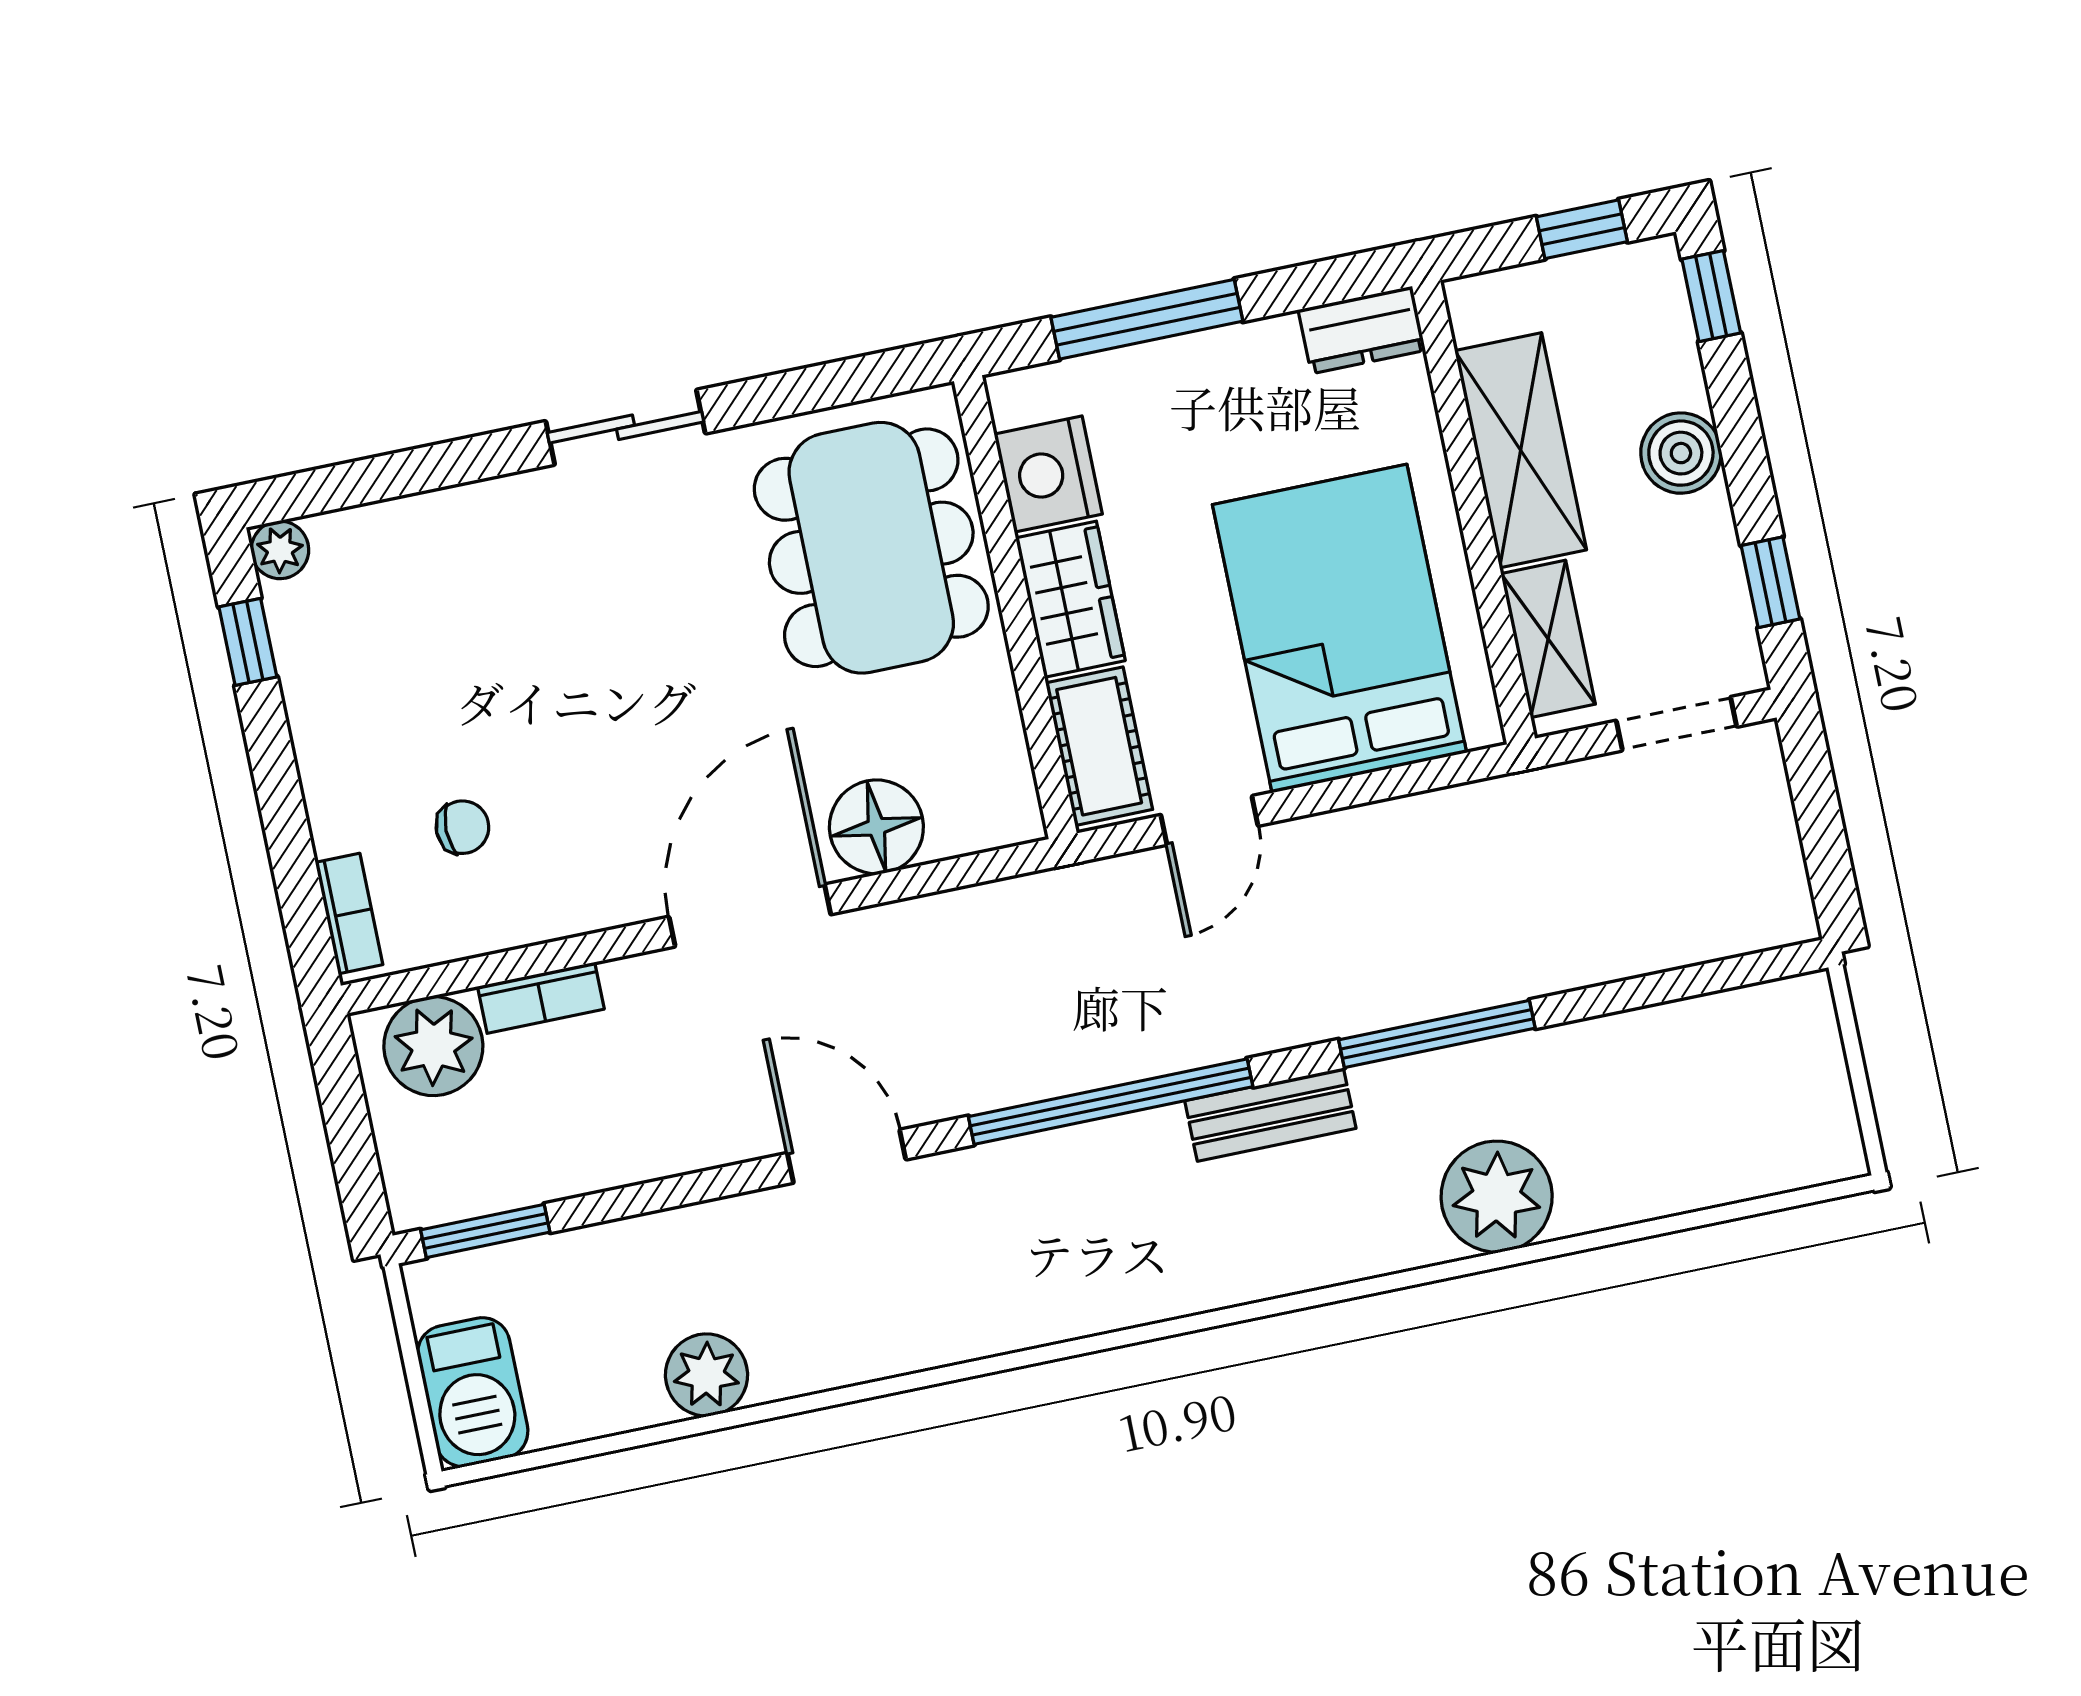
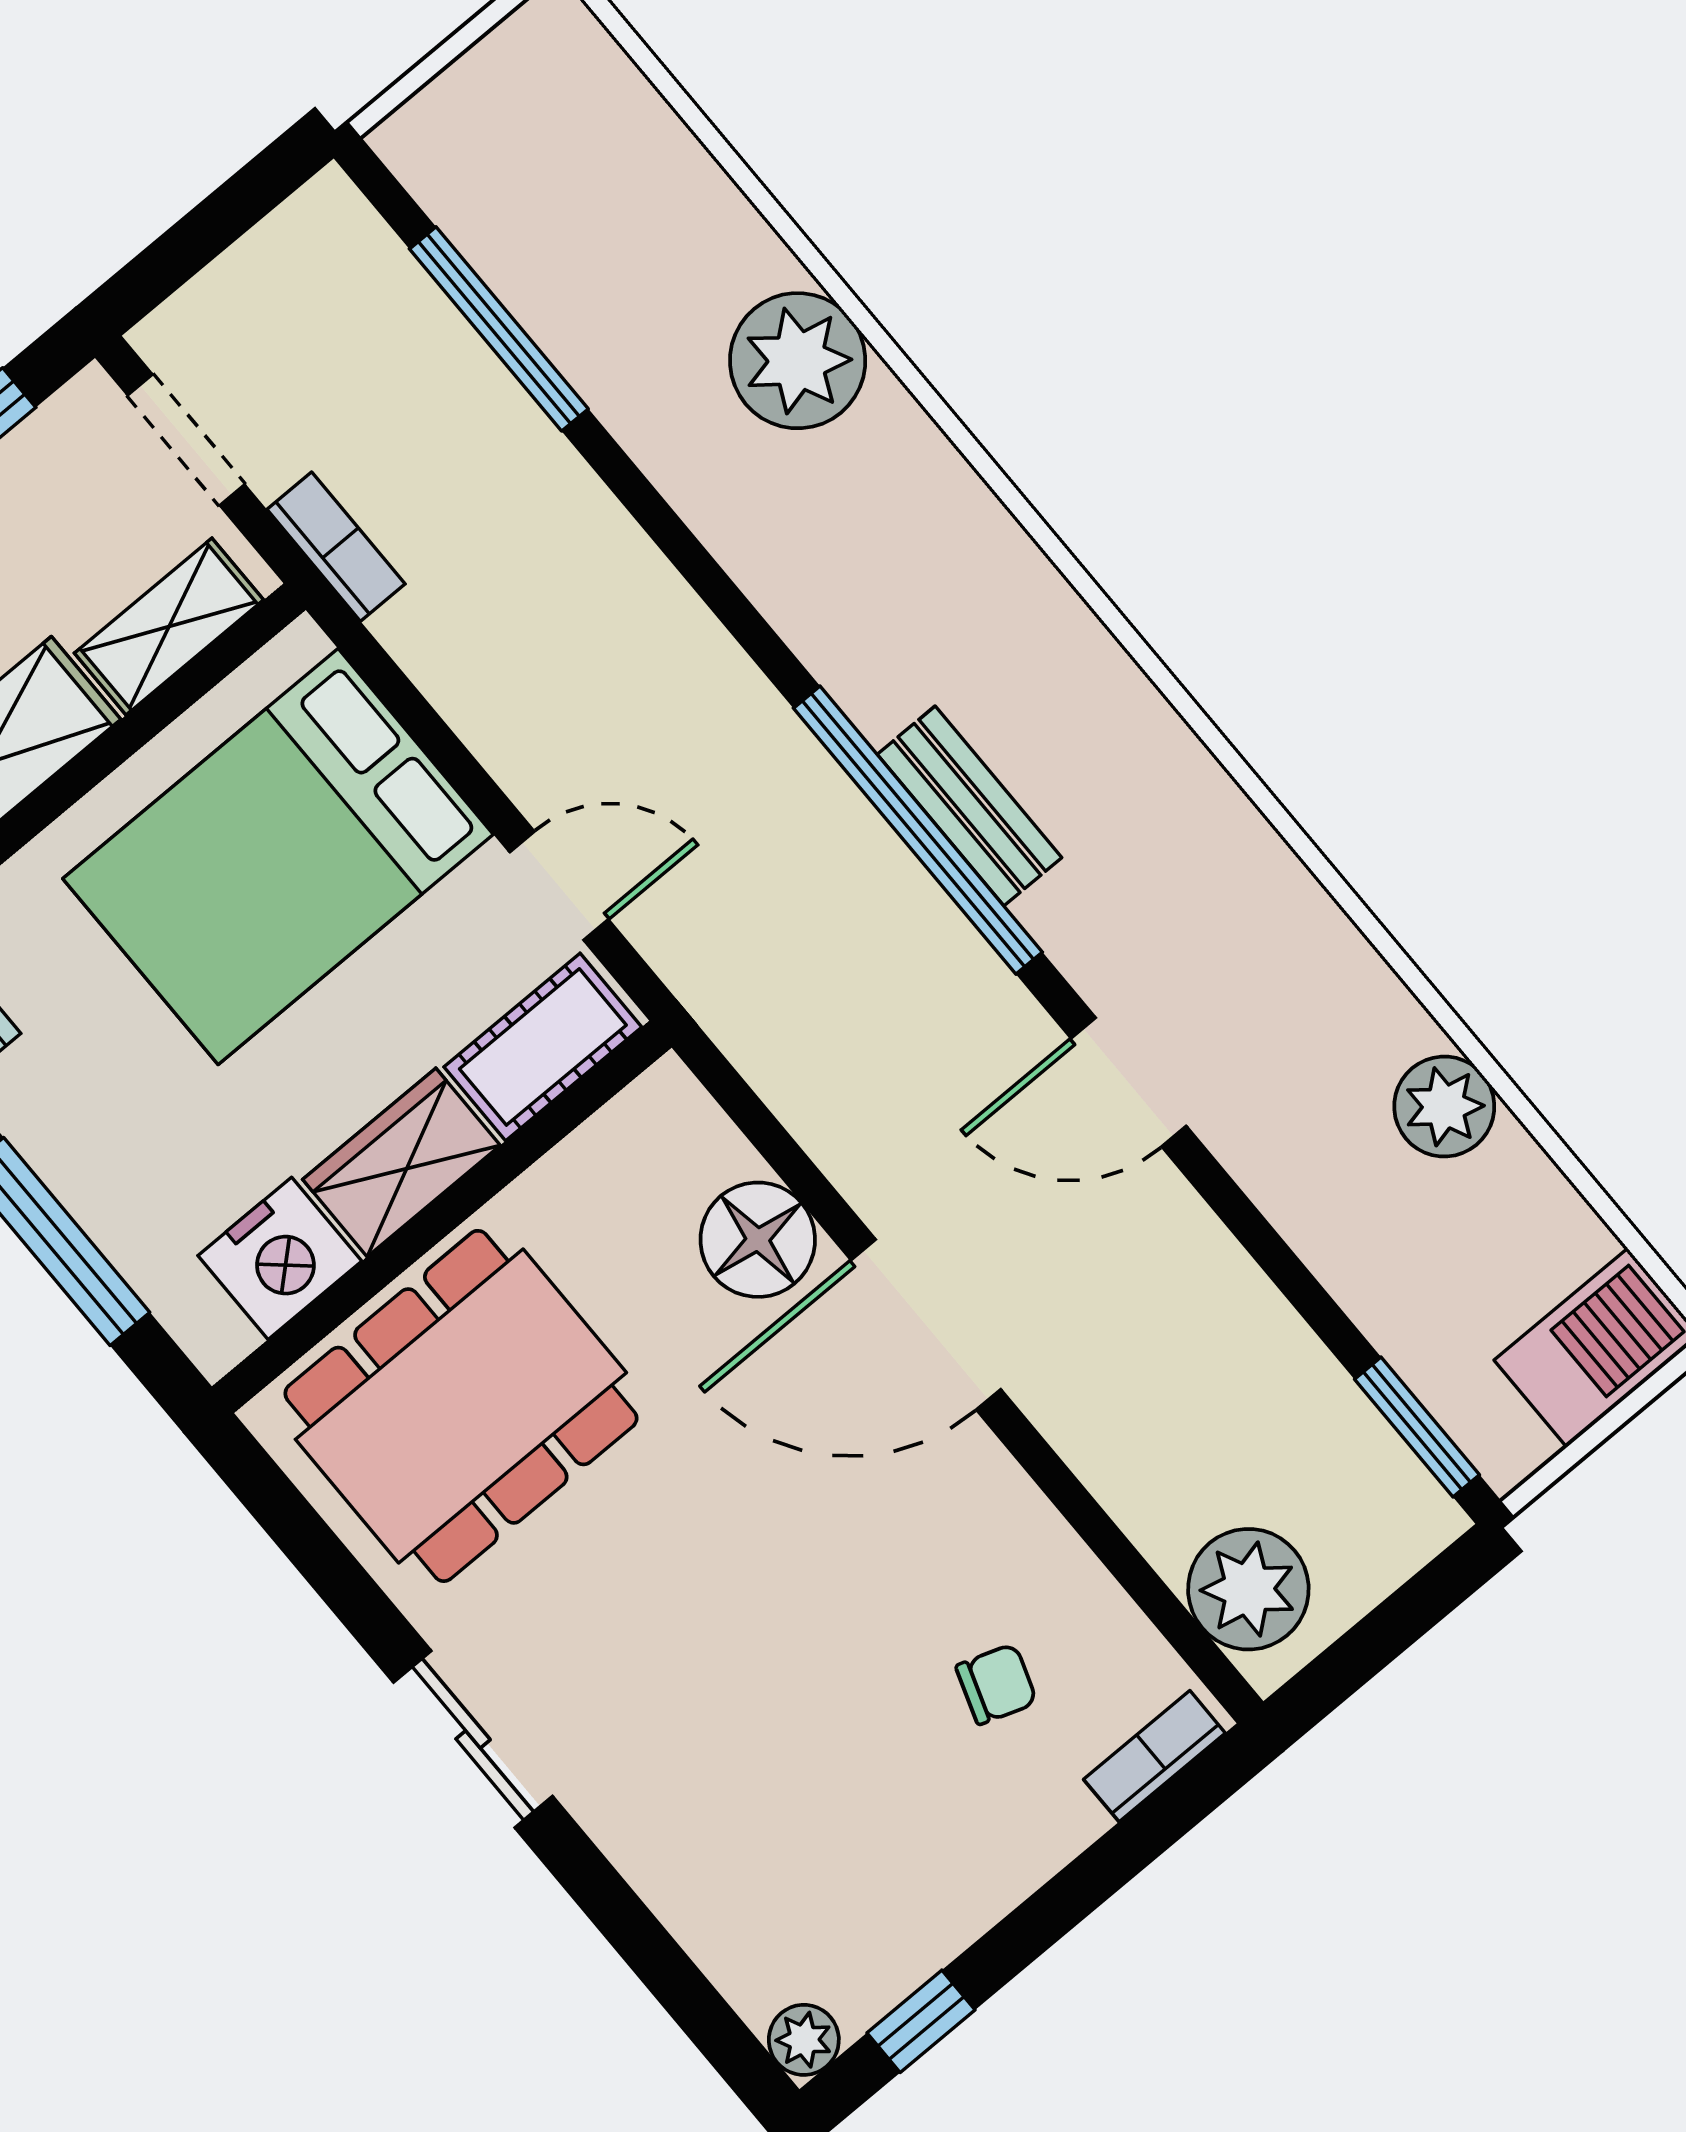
chair: (462, 827) -> (996, 1684), turned 109
bookcase: (541, 998) -> (336, 547), moved
window: (1437, 1034) -> (499, 329), moved
bench: (1270, 1115) -> (969, 806), moved
door: (847, 1156) -> (1129, 1082), hinge flipped

